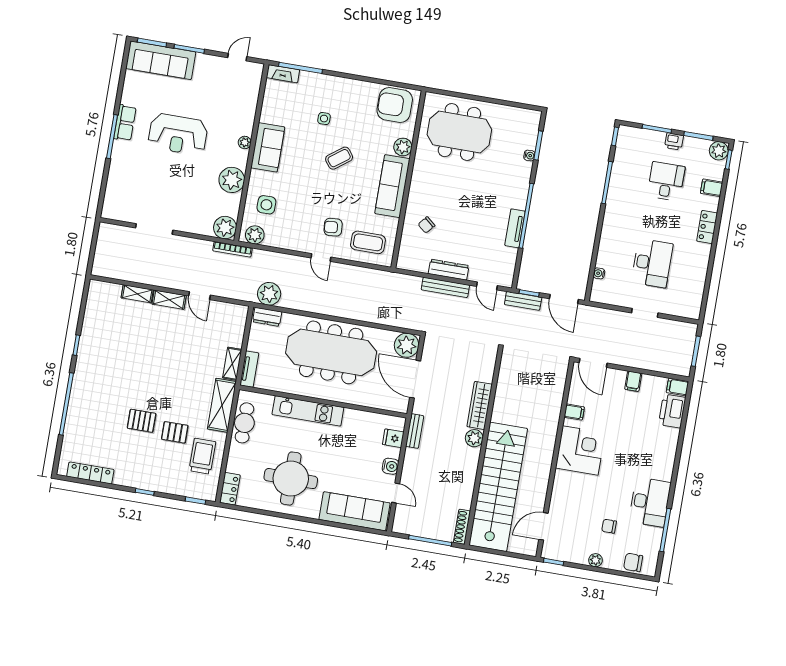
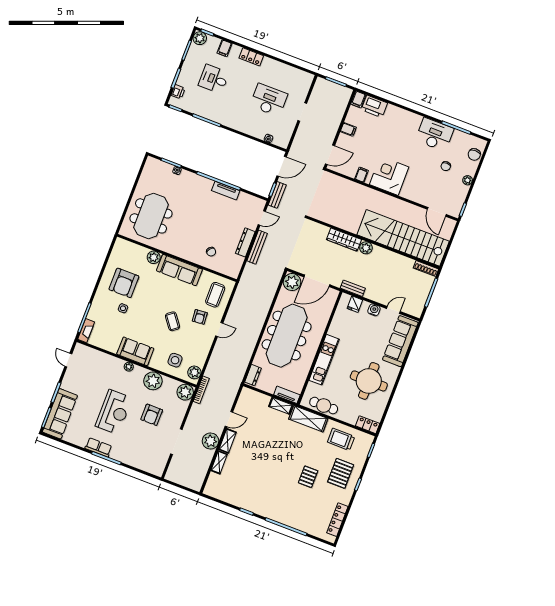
armchair: (395, 105) -> (124, 283), moved
printer: (674, 141) -> (178, 92), moved
coffee table: (339, 158) -> (173, 321), moved
armchair: (185, 187) -> (152, 415), added
plant: (269, 294) -> (210, 441), moved
pallet: (175, 432) -> (341, 473), moved, width x1.50, depth x1.42

